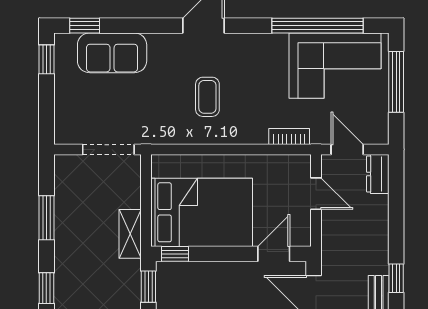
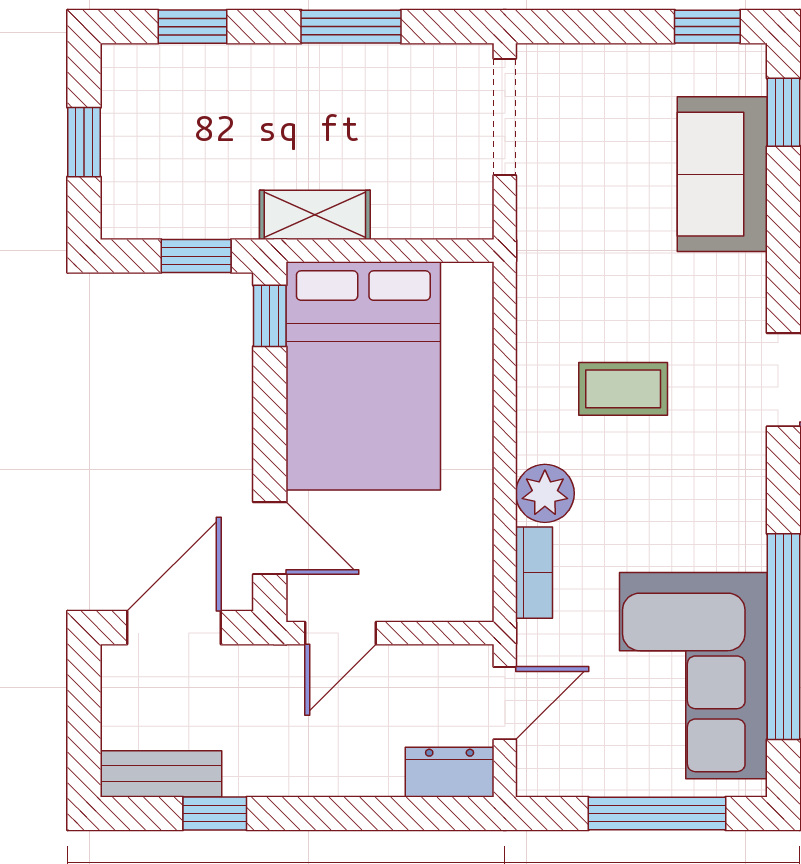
plant: (254, 132) -> (545, 493), added
doorway: (108, 149) -> (505, 117), moved
door: (316, 194) -> (340, 633), moved

